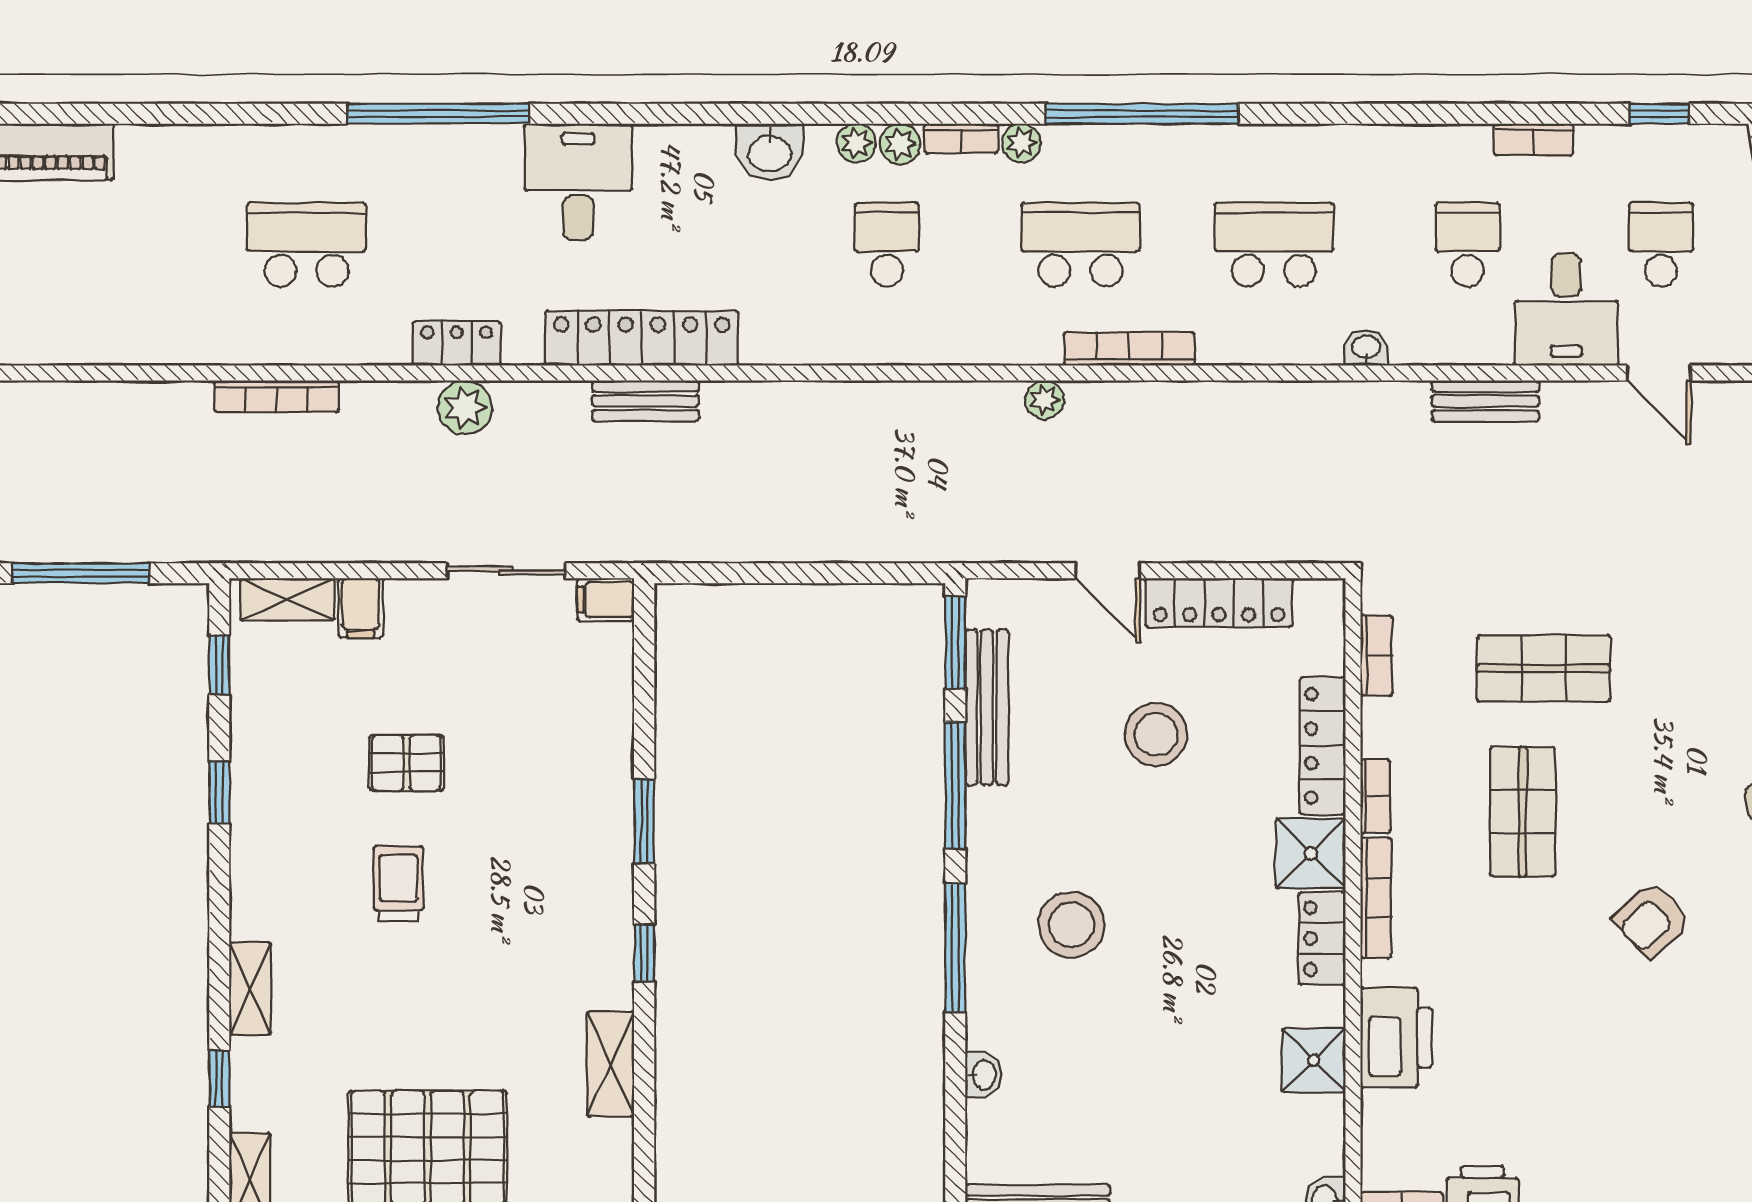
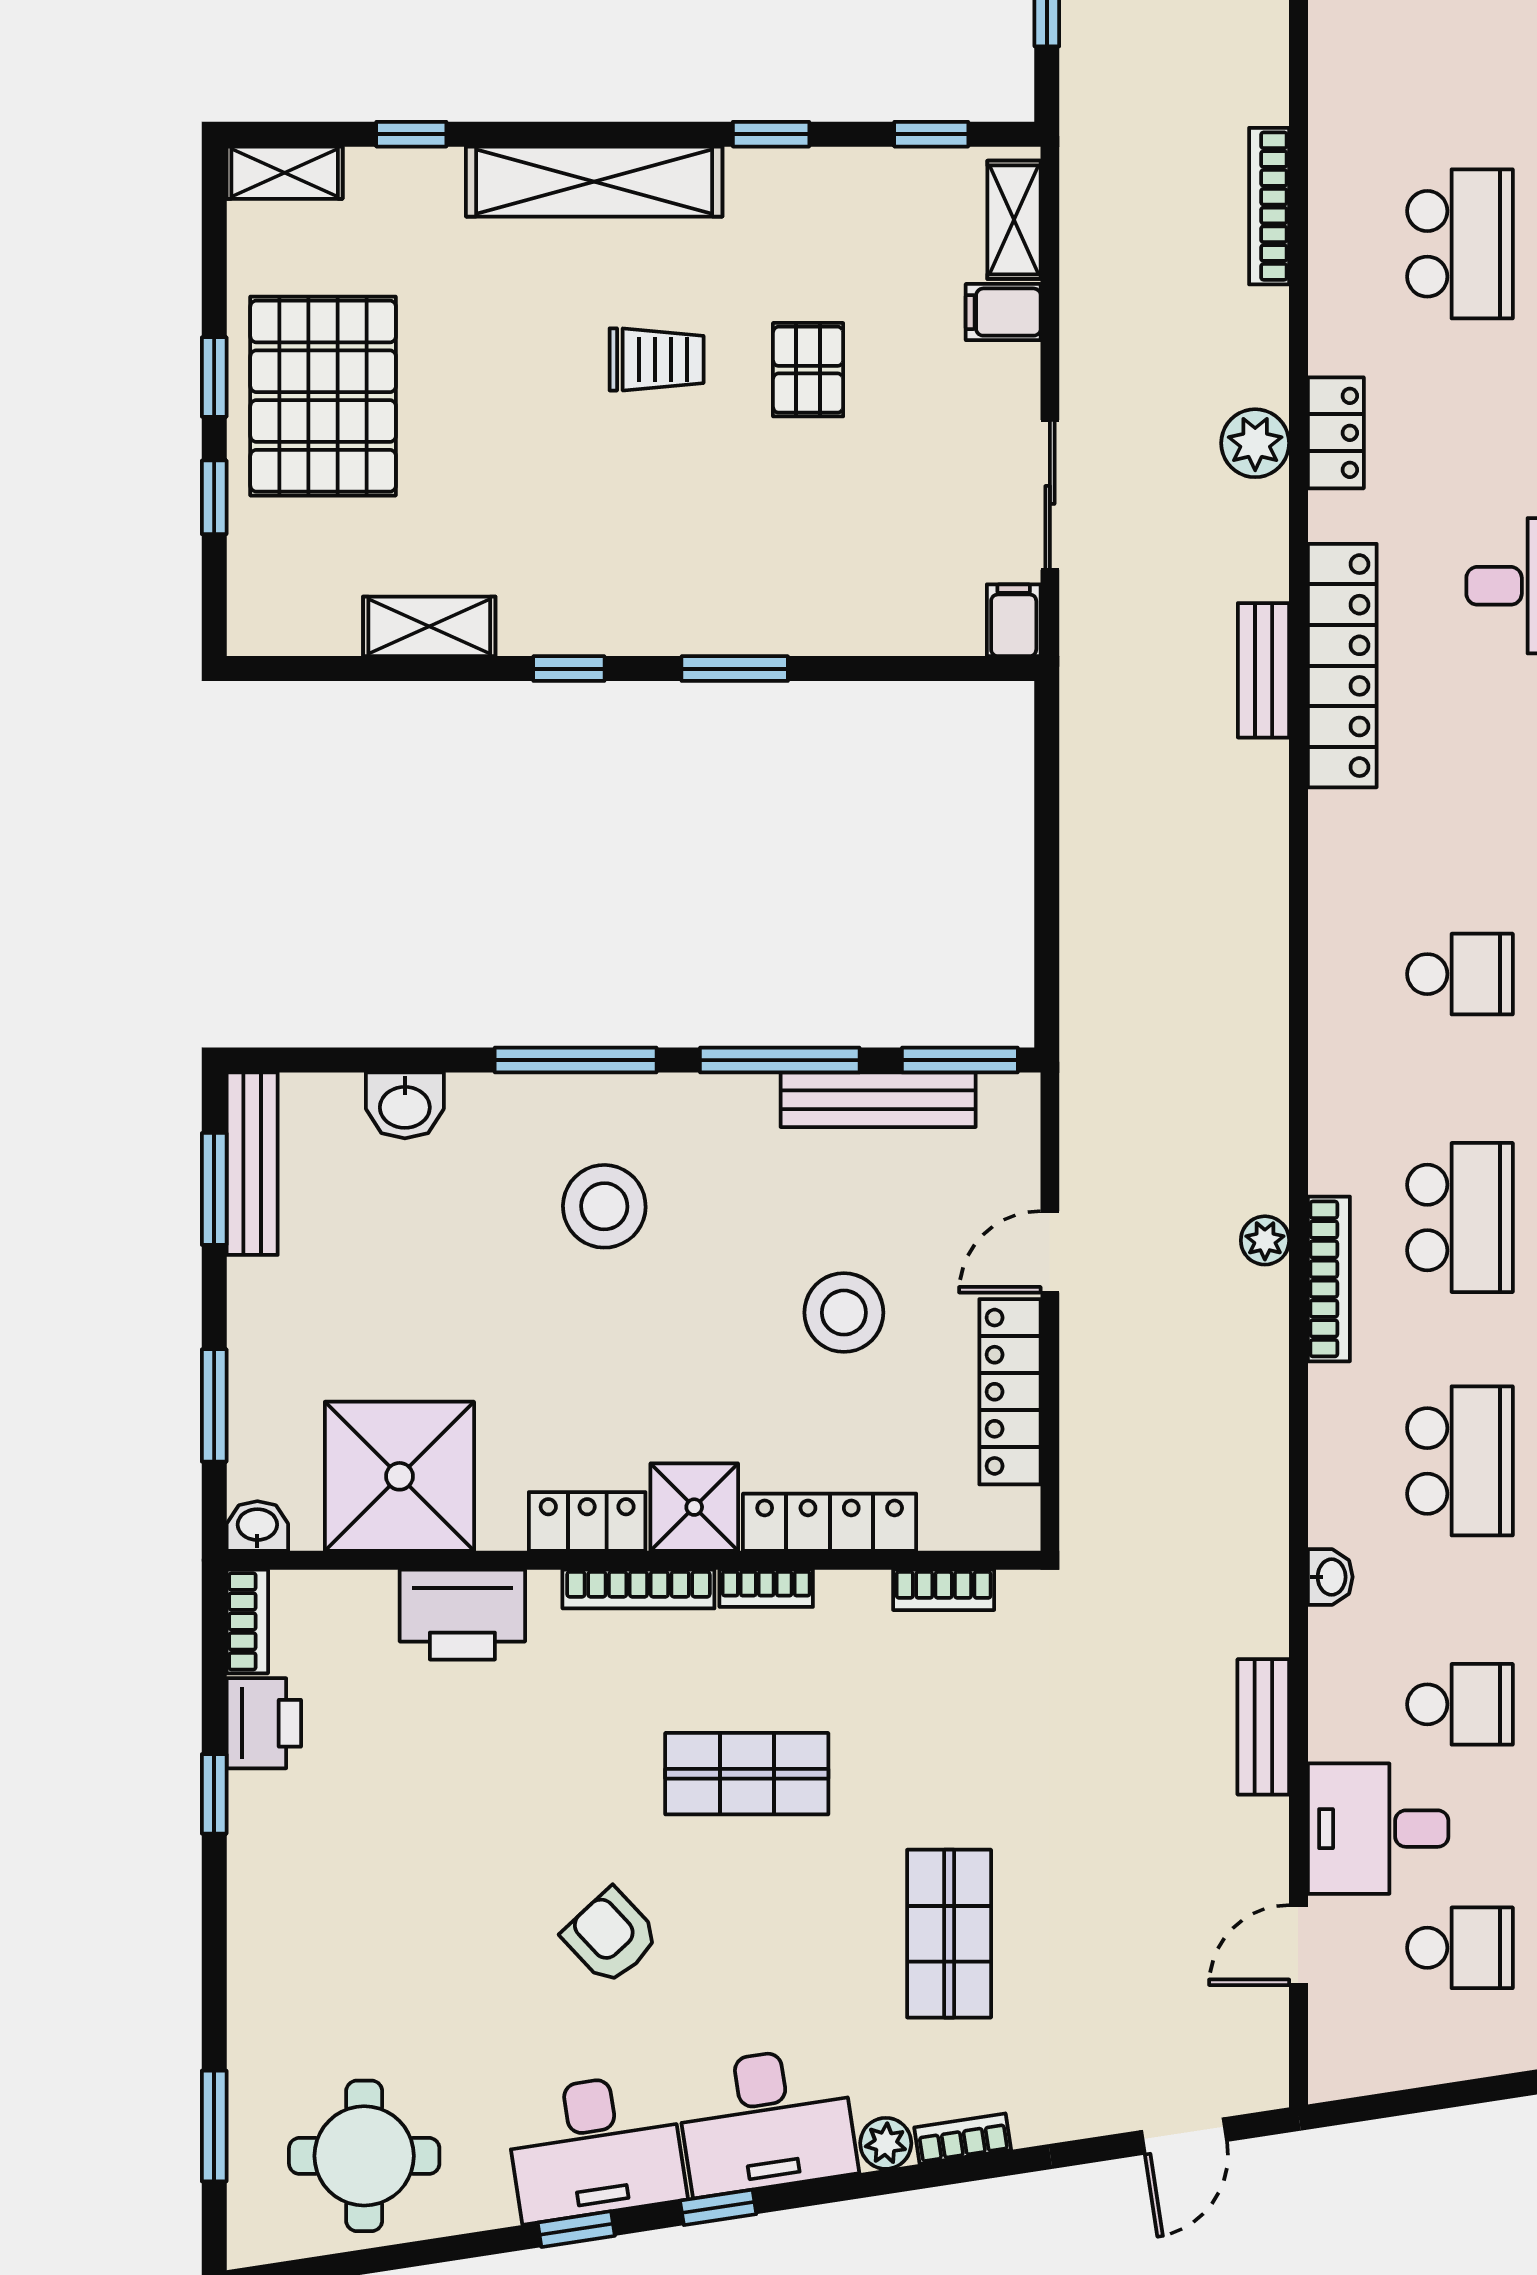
plant: (1045, 400) -> (1265, 1240), moved
shop shelf: (1544, 668) -> (949, 1934), moved
shelving: (250, 989) -> (594, 182), width x2.20, depth x1.33
shower: (1314, 1060) -> (399, 1476), width x1.86, depth x1.86
washbasin: (983, 1075) -> (405, 1105), width x1.38, depth x1.45

